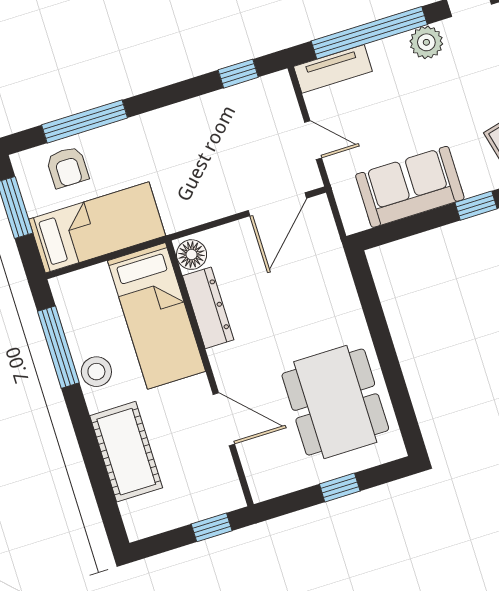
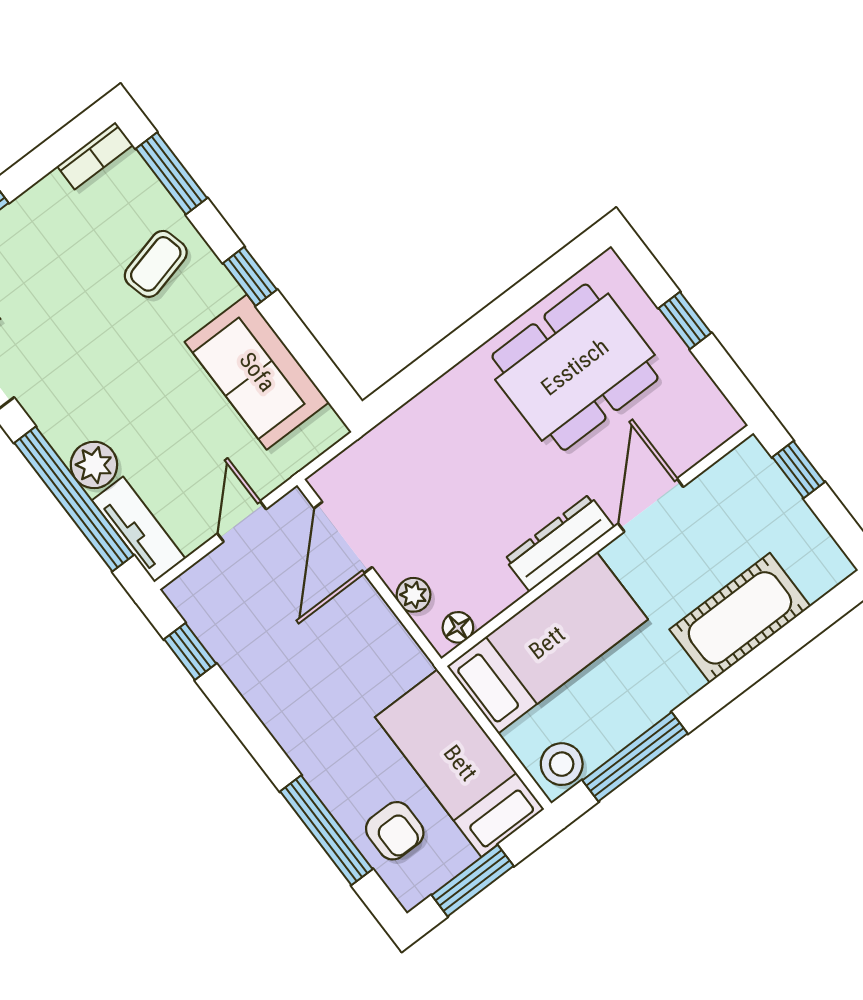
plant: (426, 42) -> (94, 465), moved
armchair: (67, 167) -> (395, 831), turned 90
door: (277, 204) -> (343, 538), swing flipped
plant: (222, 238) -> (413, 595), added
floor lamp: (192, 255) -> (458, 627), width x0.73, depth x0.73
dresser: (208, 308) -> (559, 543), moved
stool: (96, 372) -> (562, 764), moved

